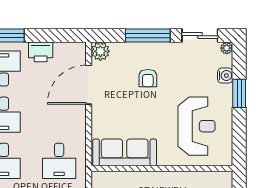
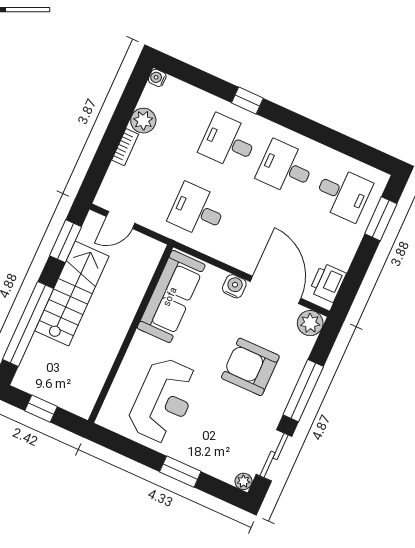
printer: (41, 52) -> (328, 282), moved
water cooler: (225, 76) -> (234, 286), moved, turned 180
armchair: (148, 78) -> (250, 367), width x1.88, depth x1.88
reception desk: (197, 126) -> (164, 400), turned -90

